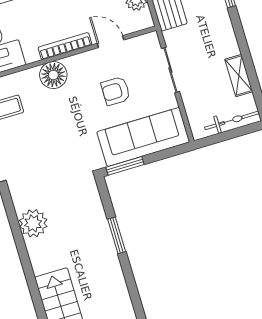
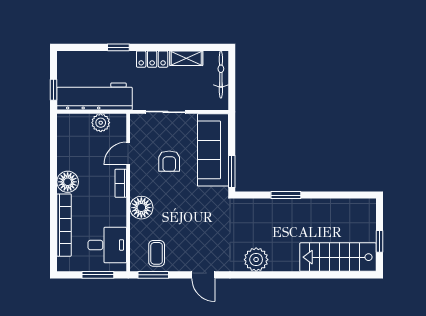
locker: (226, 37) -> (152, 59), added
bookcase: (65, 46) -> (121, 183), width x0.64

